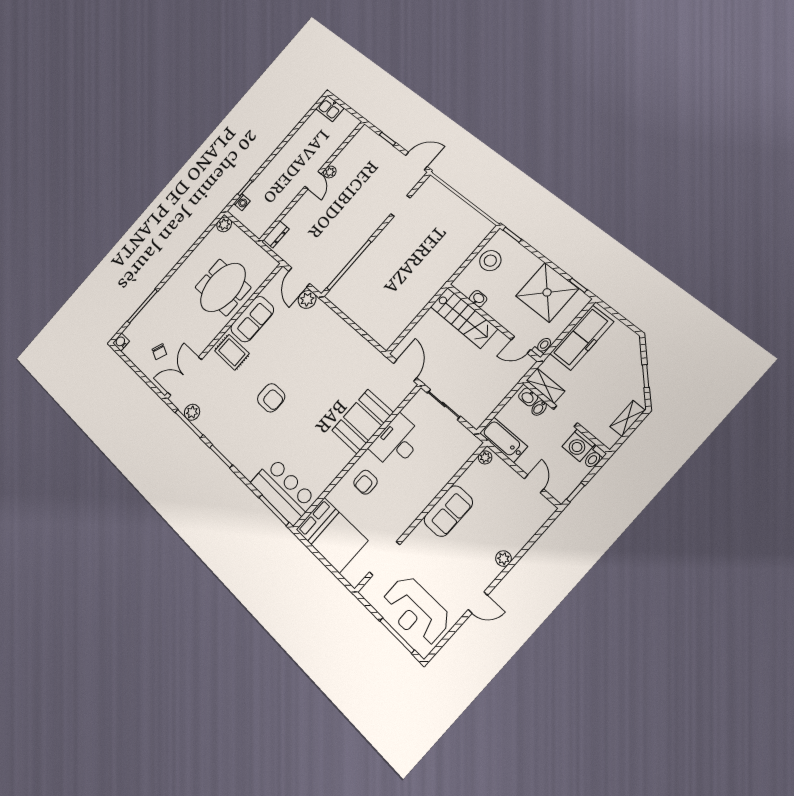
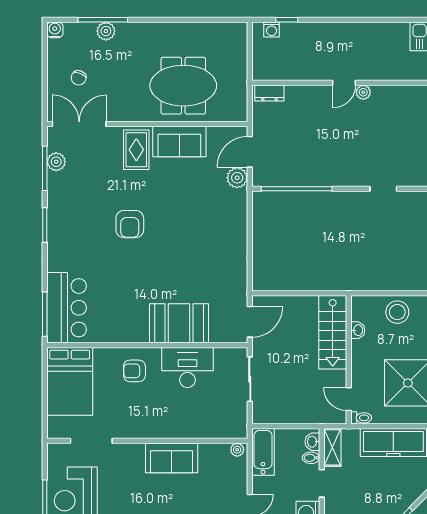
plant: (224, 224) -> (106, 31), moved

